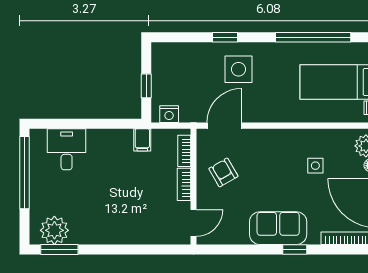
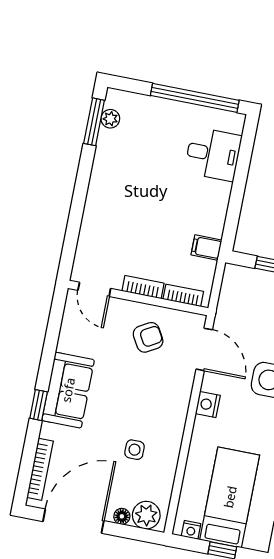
nightstand: (169, 114) -> (208, 404), moved
plant: (54, 230) -> (110, 119), width x0.53, depth x0.53

